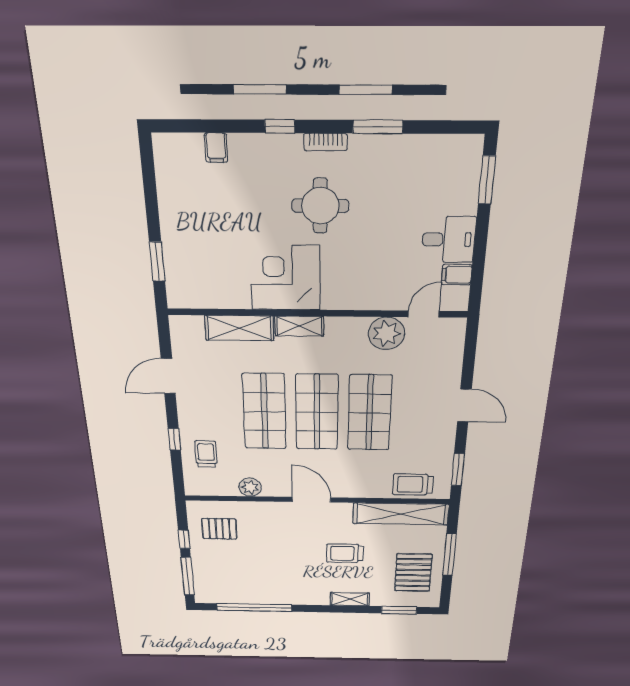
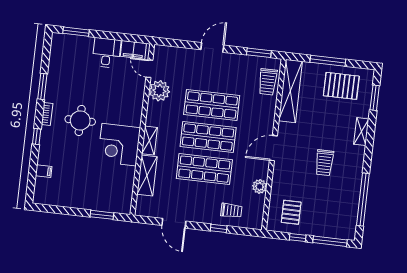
filing cabinet: (457, 275) -> (133, 50), width x2.00
trolley: (206, 454) -> (231, 211), turned 180
trolley: (345, 553) -> (324, 163), moved

